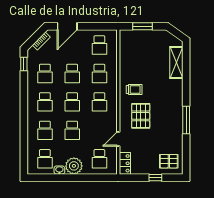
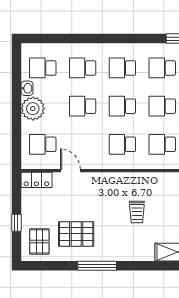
trolley: (134, 90) -> (137, 212), moved
pallet: (141, 116) -> (76, 234), moved

